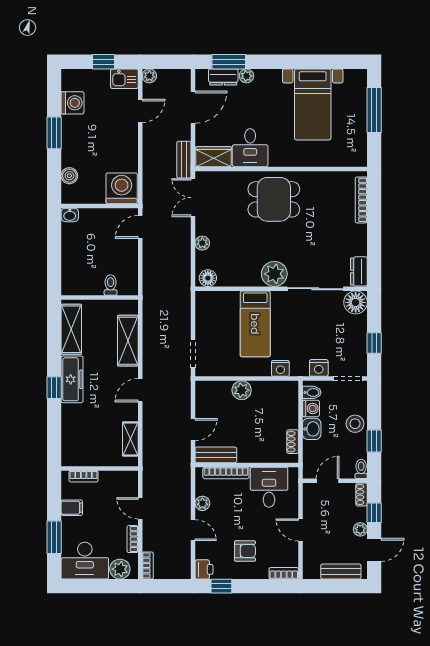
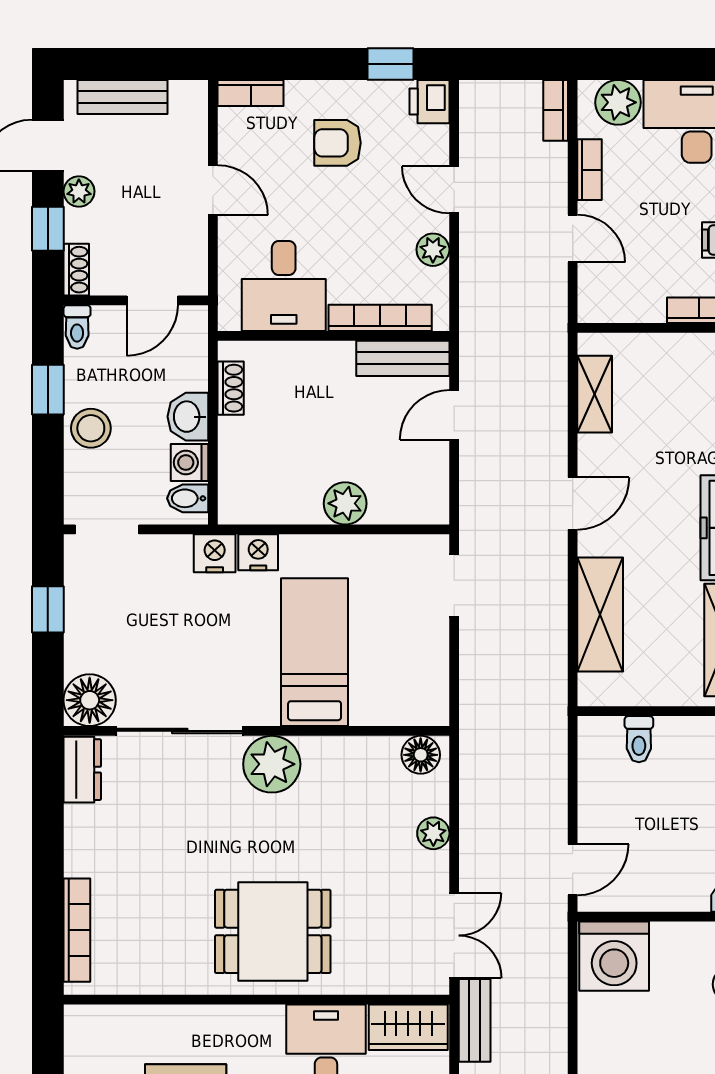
nightstand: (319, 368) -> (215, 553), moved

